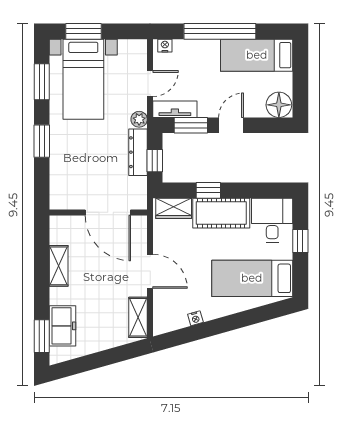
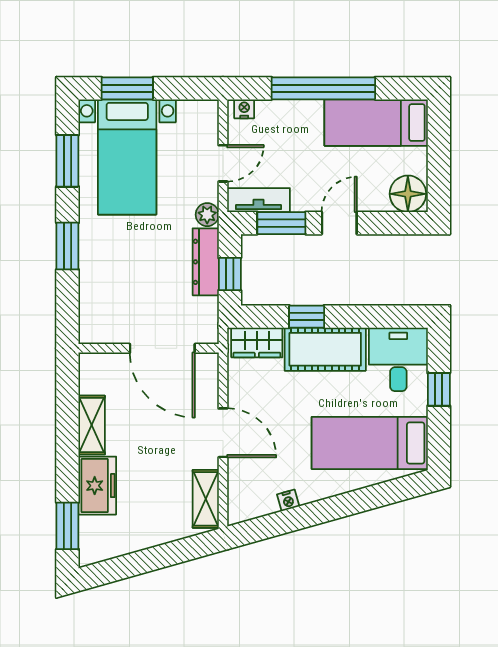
freezer: (63, 326) -> (97, 486), moved

